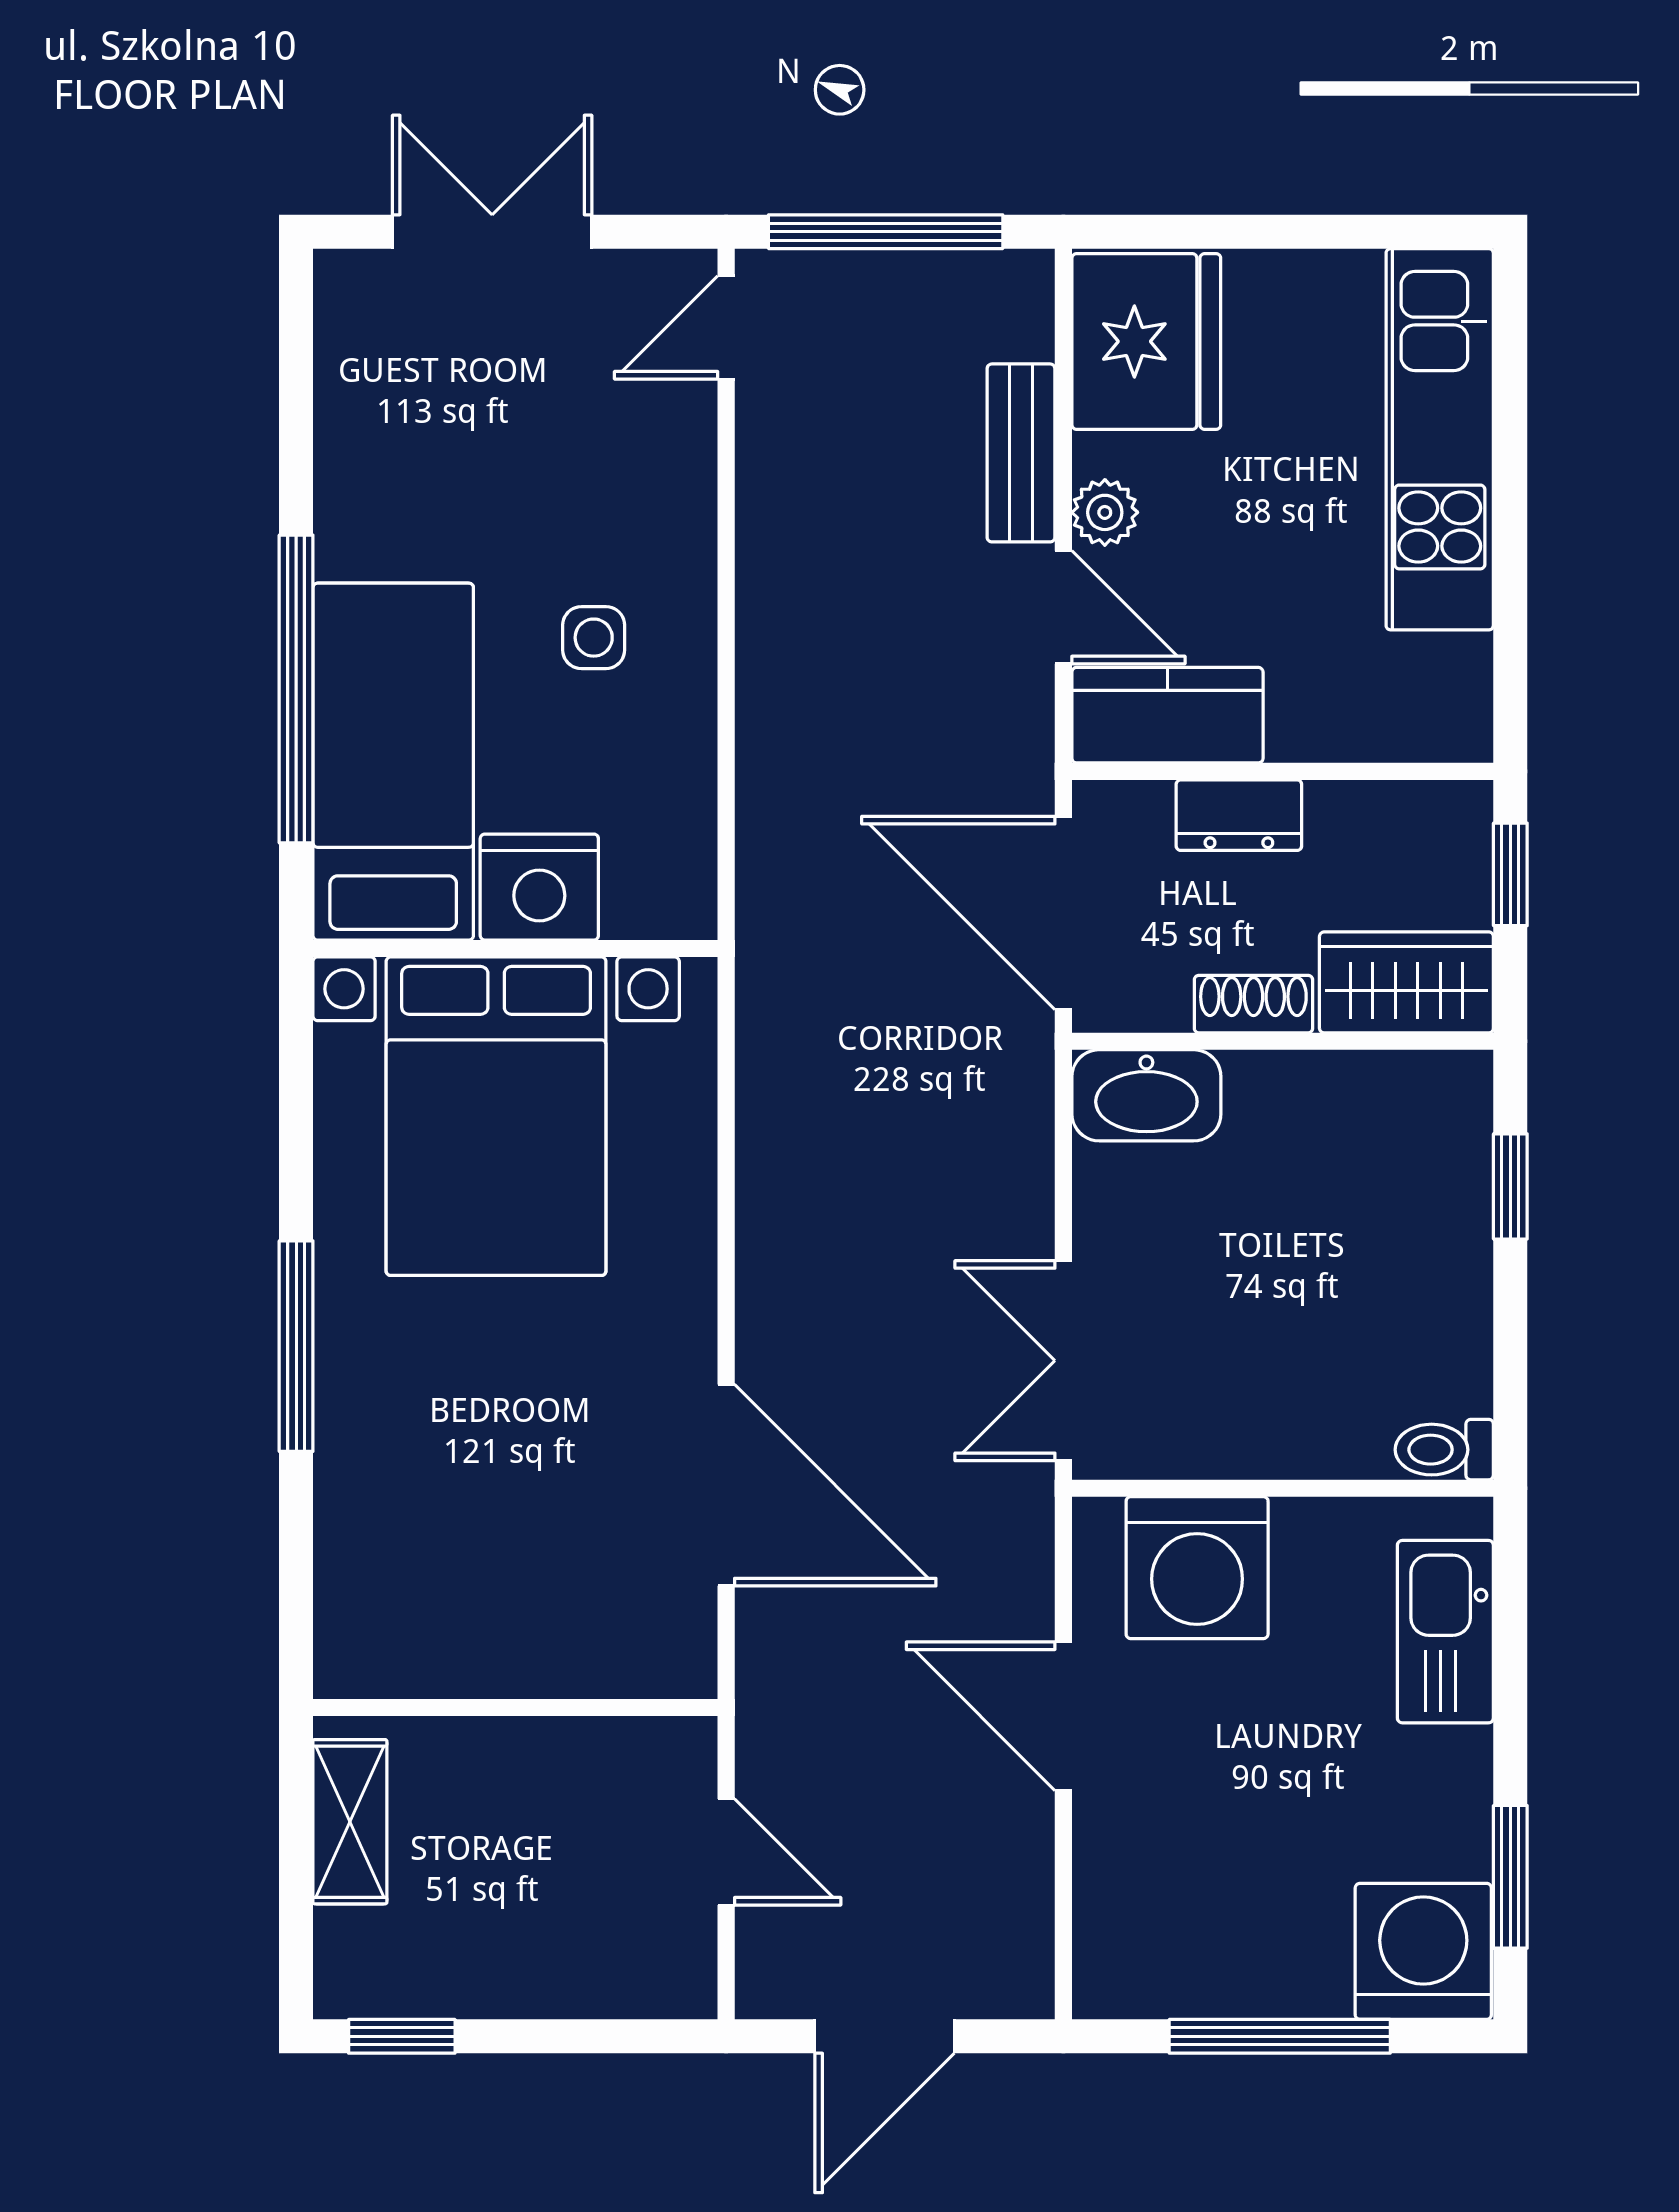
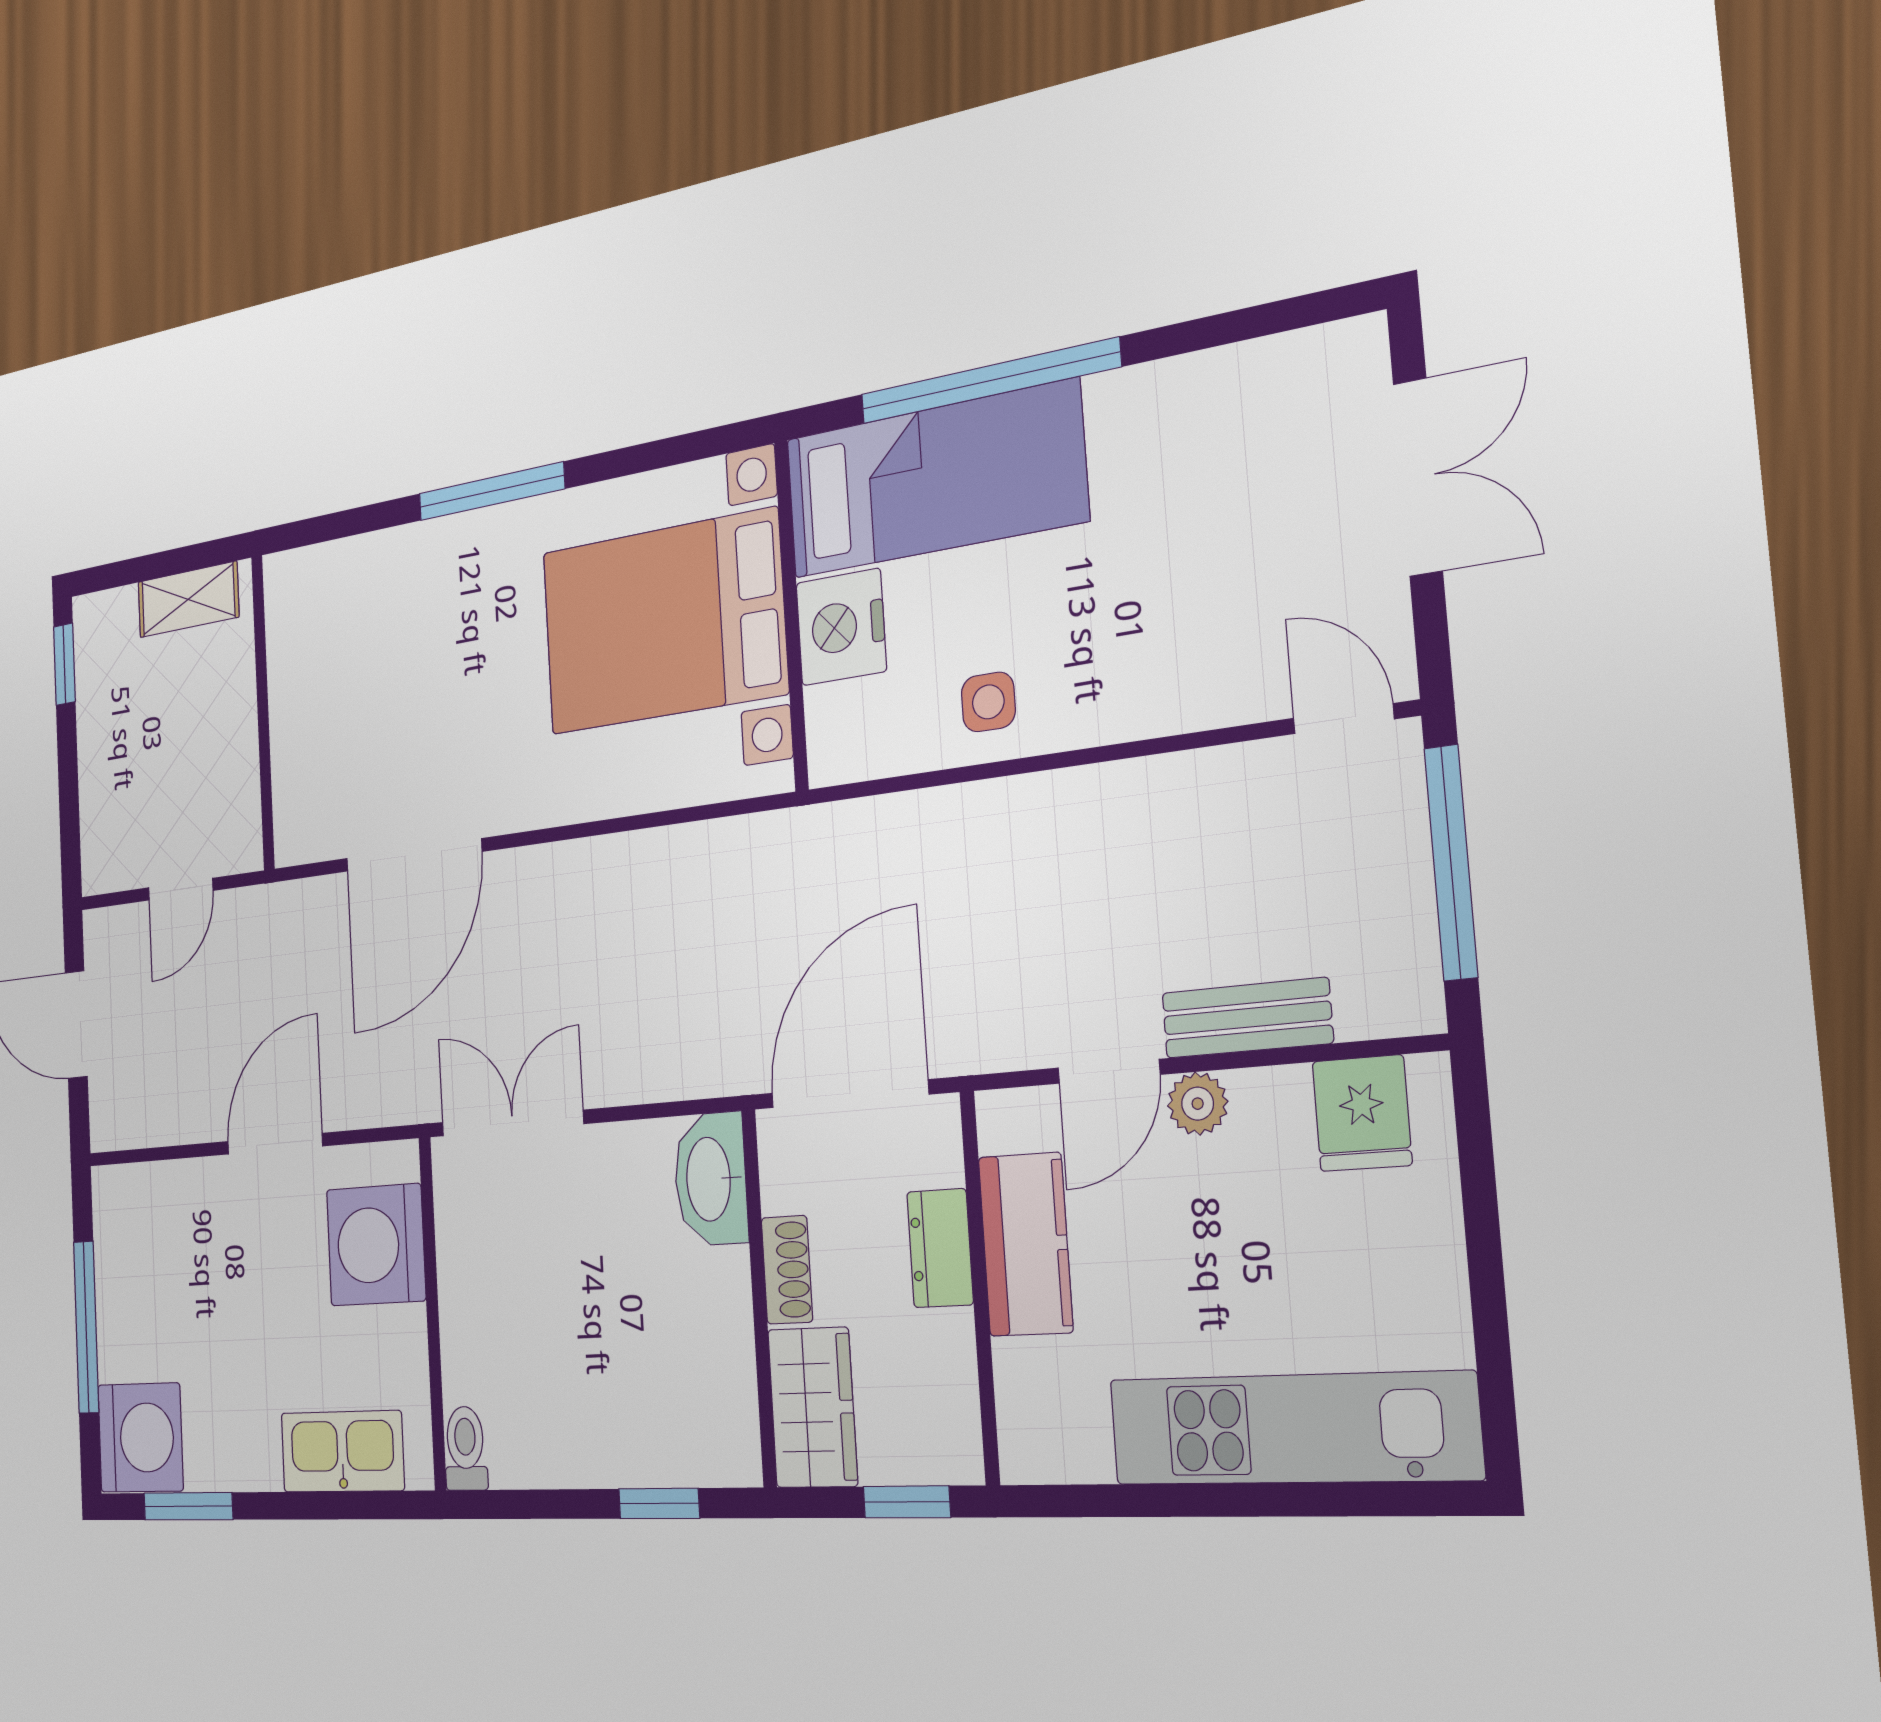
fridge: (1146, 341) -> (1362, 1113), width x0.53, depth x0.75
side table: (594, 638) -> (988, 702), moved
kitchen counter: (1167, 715) -> (1025, 1244), moved

